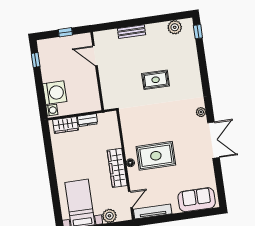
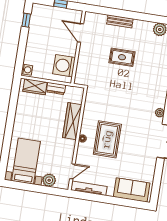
rug: (156, 80) -> (122, 57), moved
washing machine: (55, 93) -> (64, 66), moved, turned 180
rug: (156, 156) -> (107, 139), turned 90
wardrobe: (117, 168) -> (72, 121), moved

